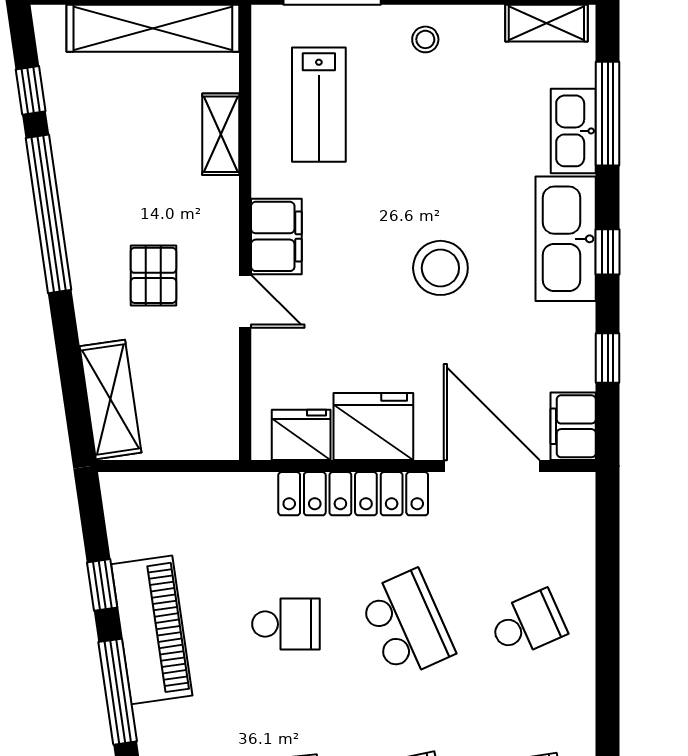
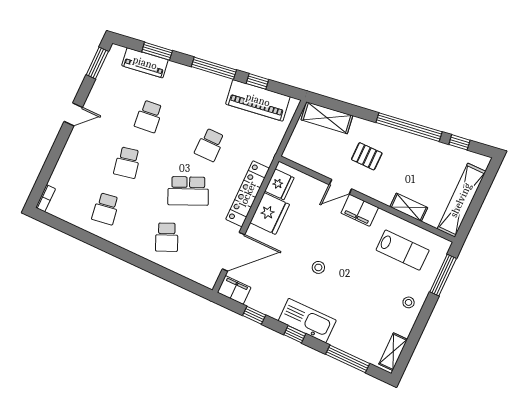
lab bench: (319, 105) -> (403, 250), turned 180
kitchen sink: (573, 131) -> (347, 343), removed
stool: (440, 268) -> (318, 267), width x0.53, depth x0.53
piano: (152, 630) -> (258, 100), moved

